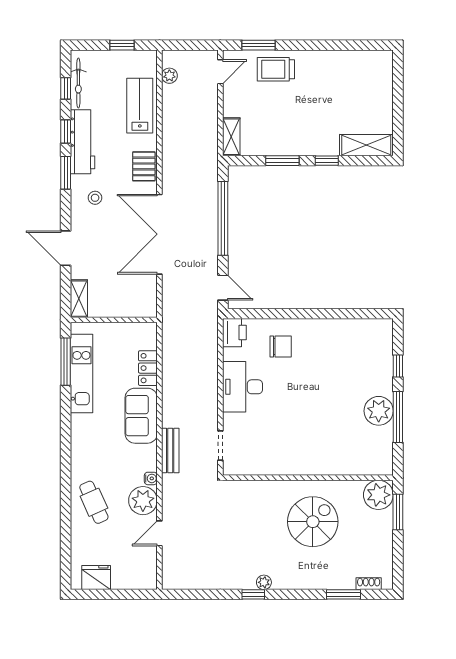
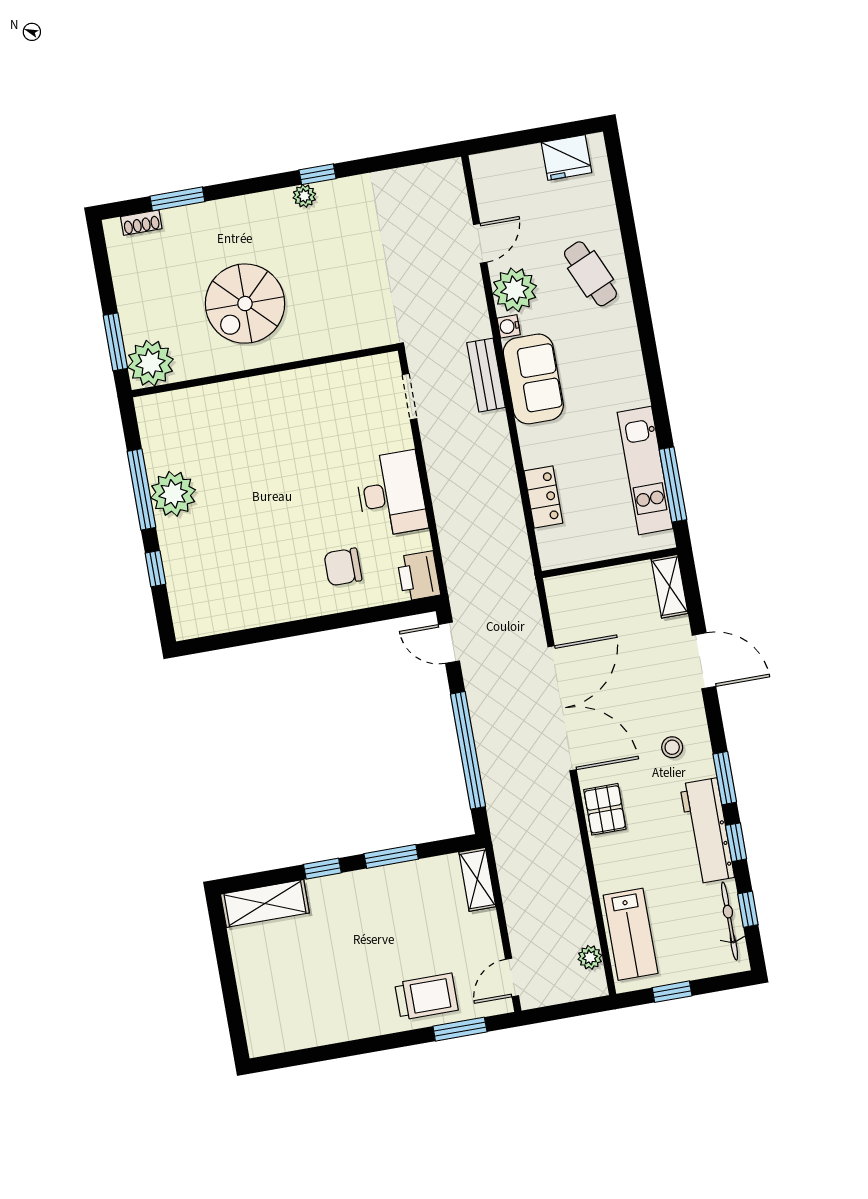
lab bench: (140, 106) -> (631, 934), moved
sofa: (141, 416) -> (533, 379), moved

